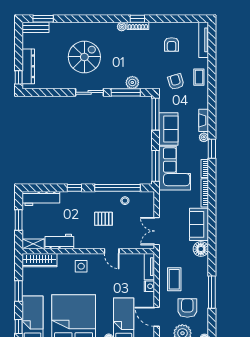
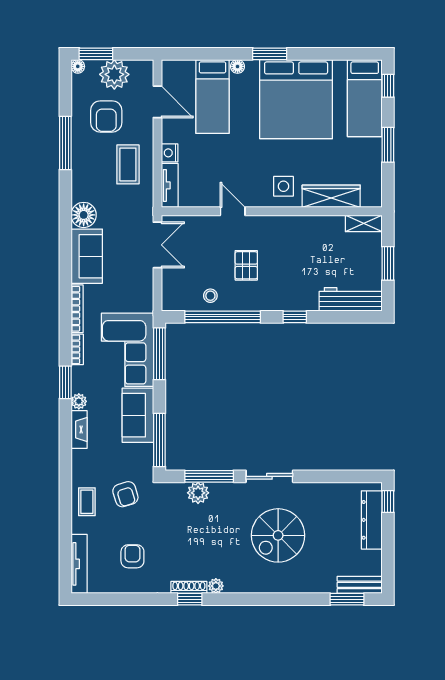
pallet: (103, 219) -> (246, 265), turned 90
workbench: (59, 241) -> (320, 228), removed
wardrobe: (39, 260) -> (331, 196), moved

